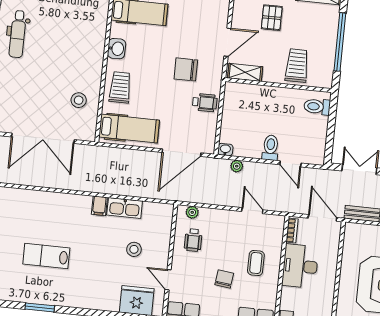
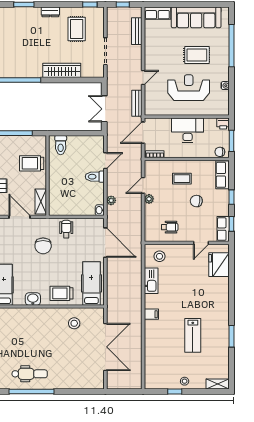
filing cabinet: (99, 206) -> (151, 314), moved
plant: (192, 212) -> (149, 199), moved
stool: (134, 249) -> (159, 256), moved
desk: (300, 266) -> (188, 130), moved, turned 180

